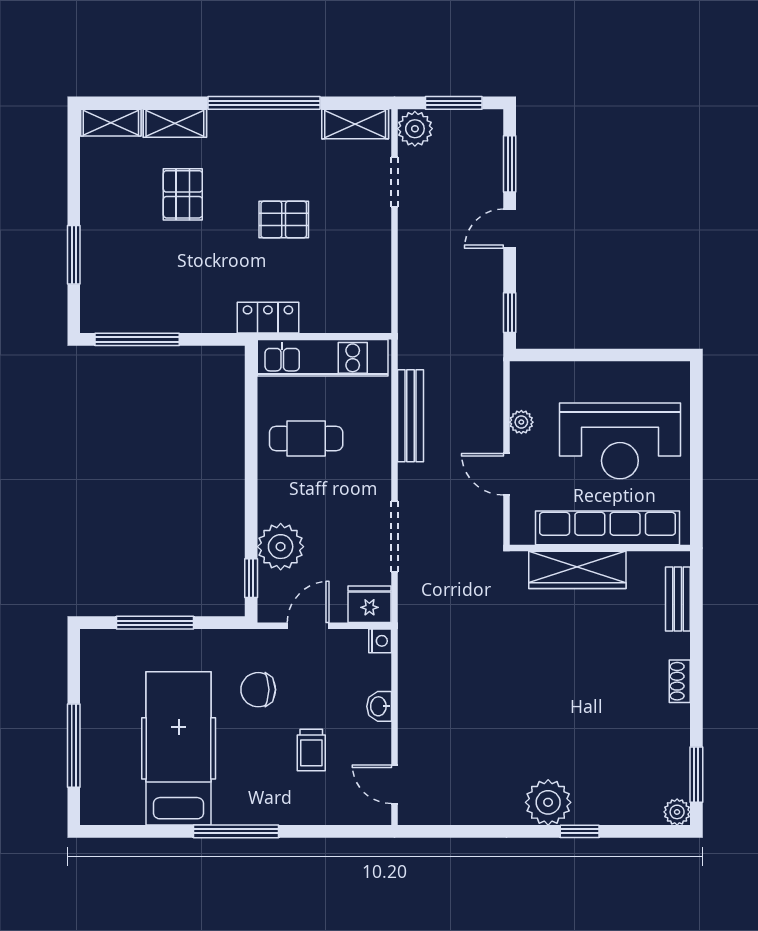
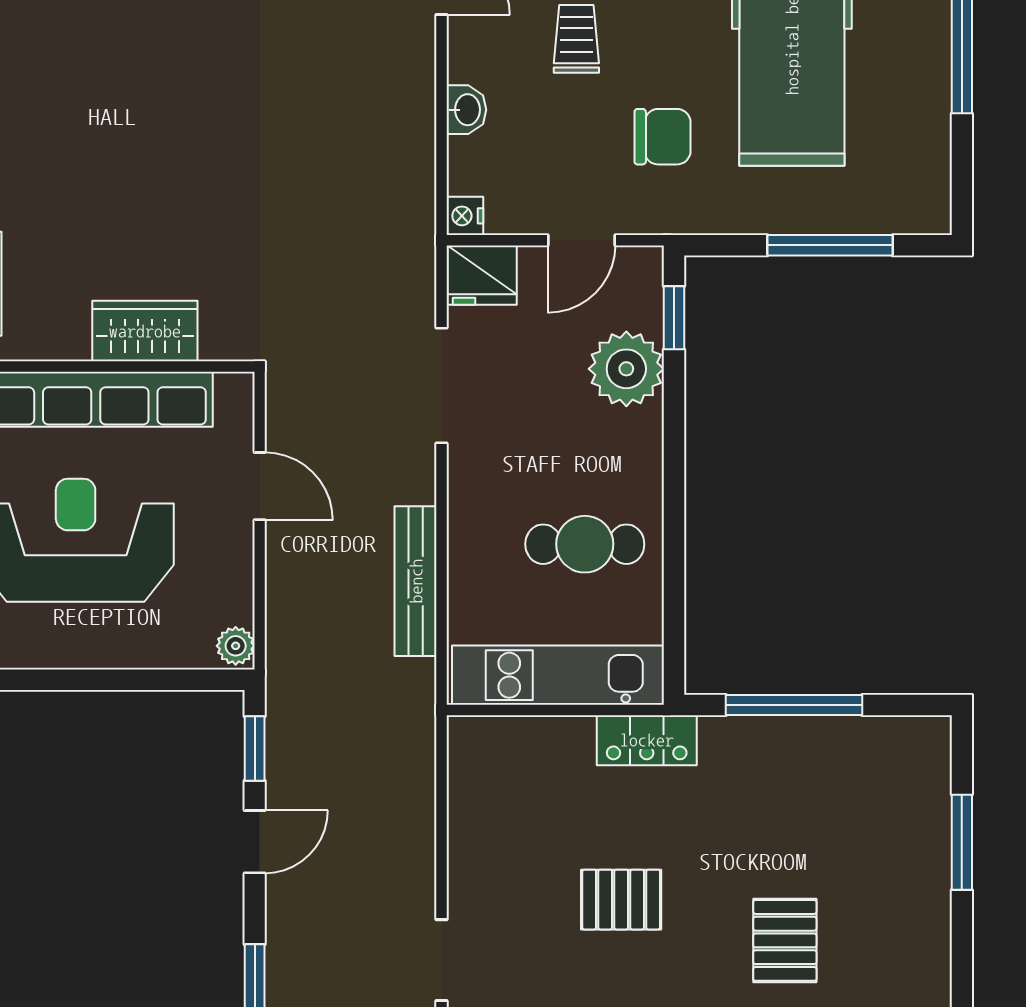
door: (510, 229) -> (255, 842), moved
window: (137, 339) -> (794, 705), moved
plant: (521, 422) -> (236, 646), moved
wardrobe: (577, 570) -> (145, 331), width x0.67

